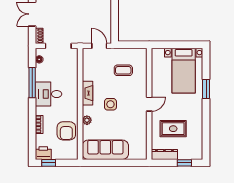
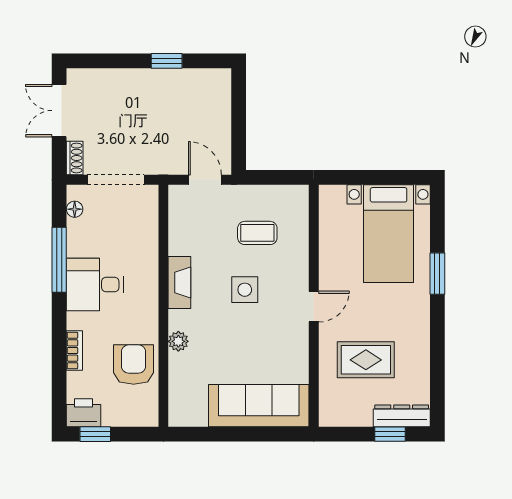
side table: (110, 104) -> (245, 290), moved
armchair: (66, 131) -> (134, 365), turned 180
sofa: (105, 150) -> (259, 406), moved
dresser: (164, 154) -> (402, 416), moved

